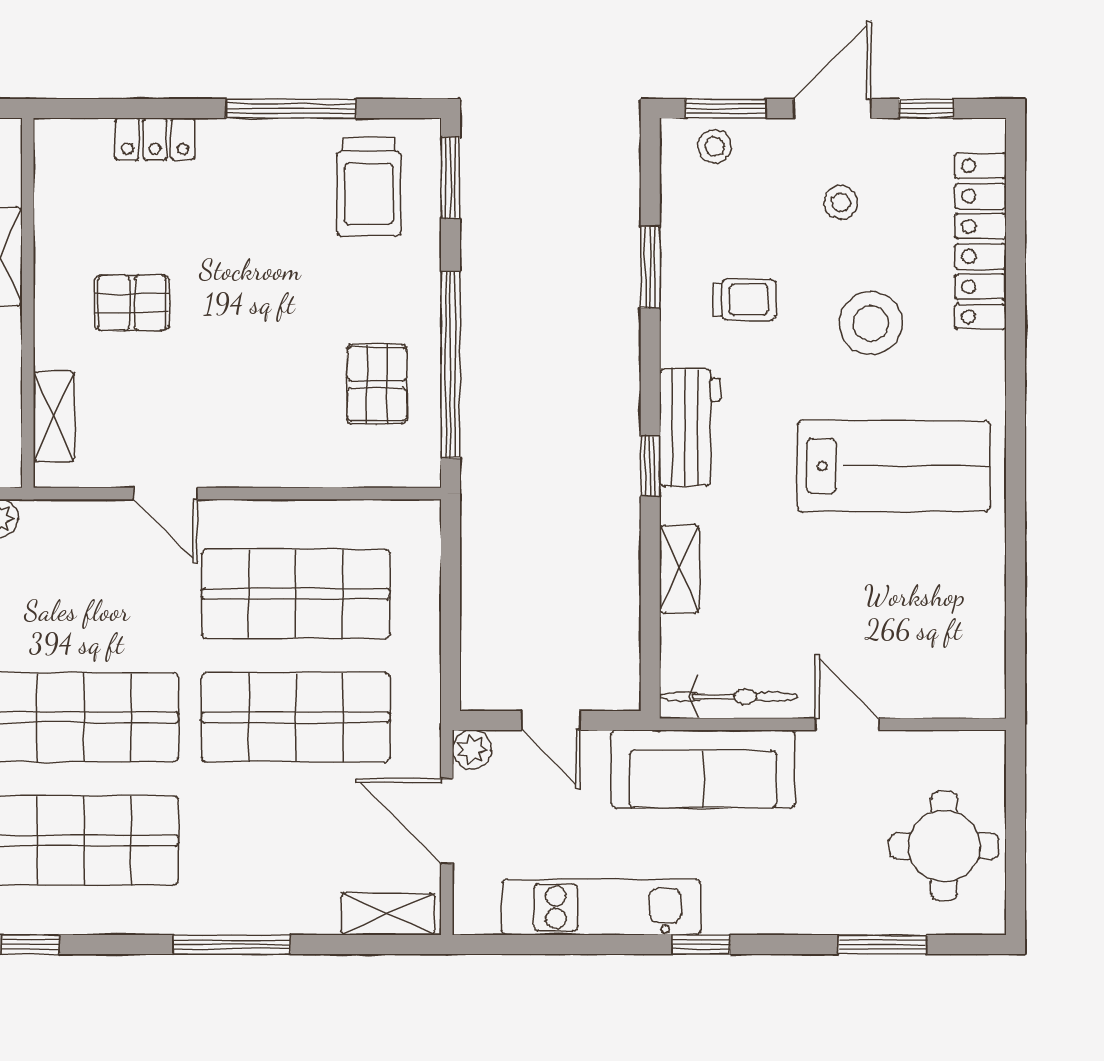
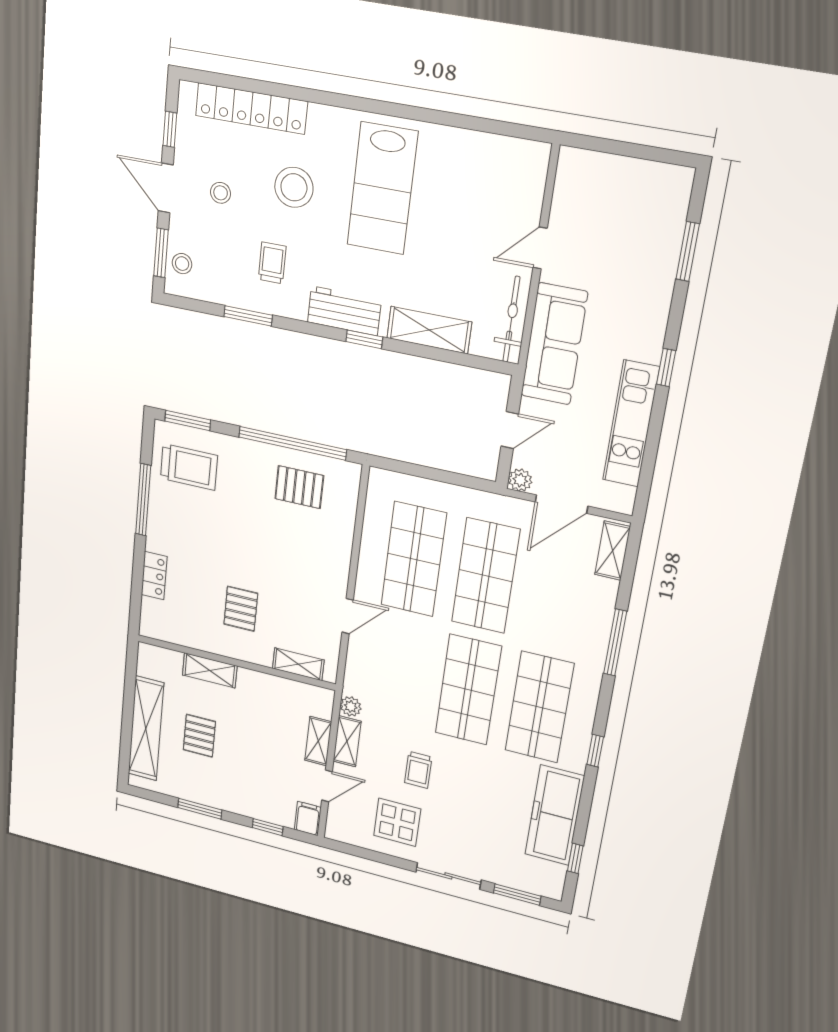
lab bench: (894, 466) -> (382, 188), turned 180
shelving: (679, 569) -> (429, 330), width x1.50, depth x1.33
round table: (944, 846) -> (629, 199), removed

